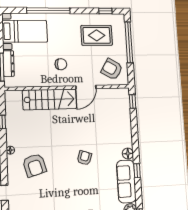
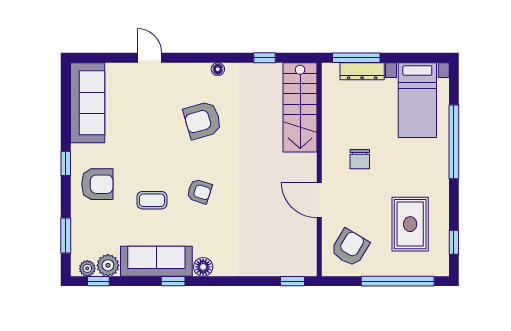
stairs: (50, 99) -> (300, 107), moved
armchair: (35, 165) -> (202, 120), moved
coffee table: (91, 186) -> (152, 200), added

